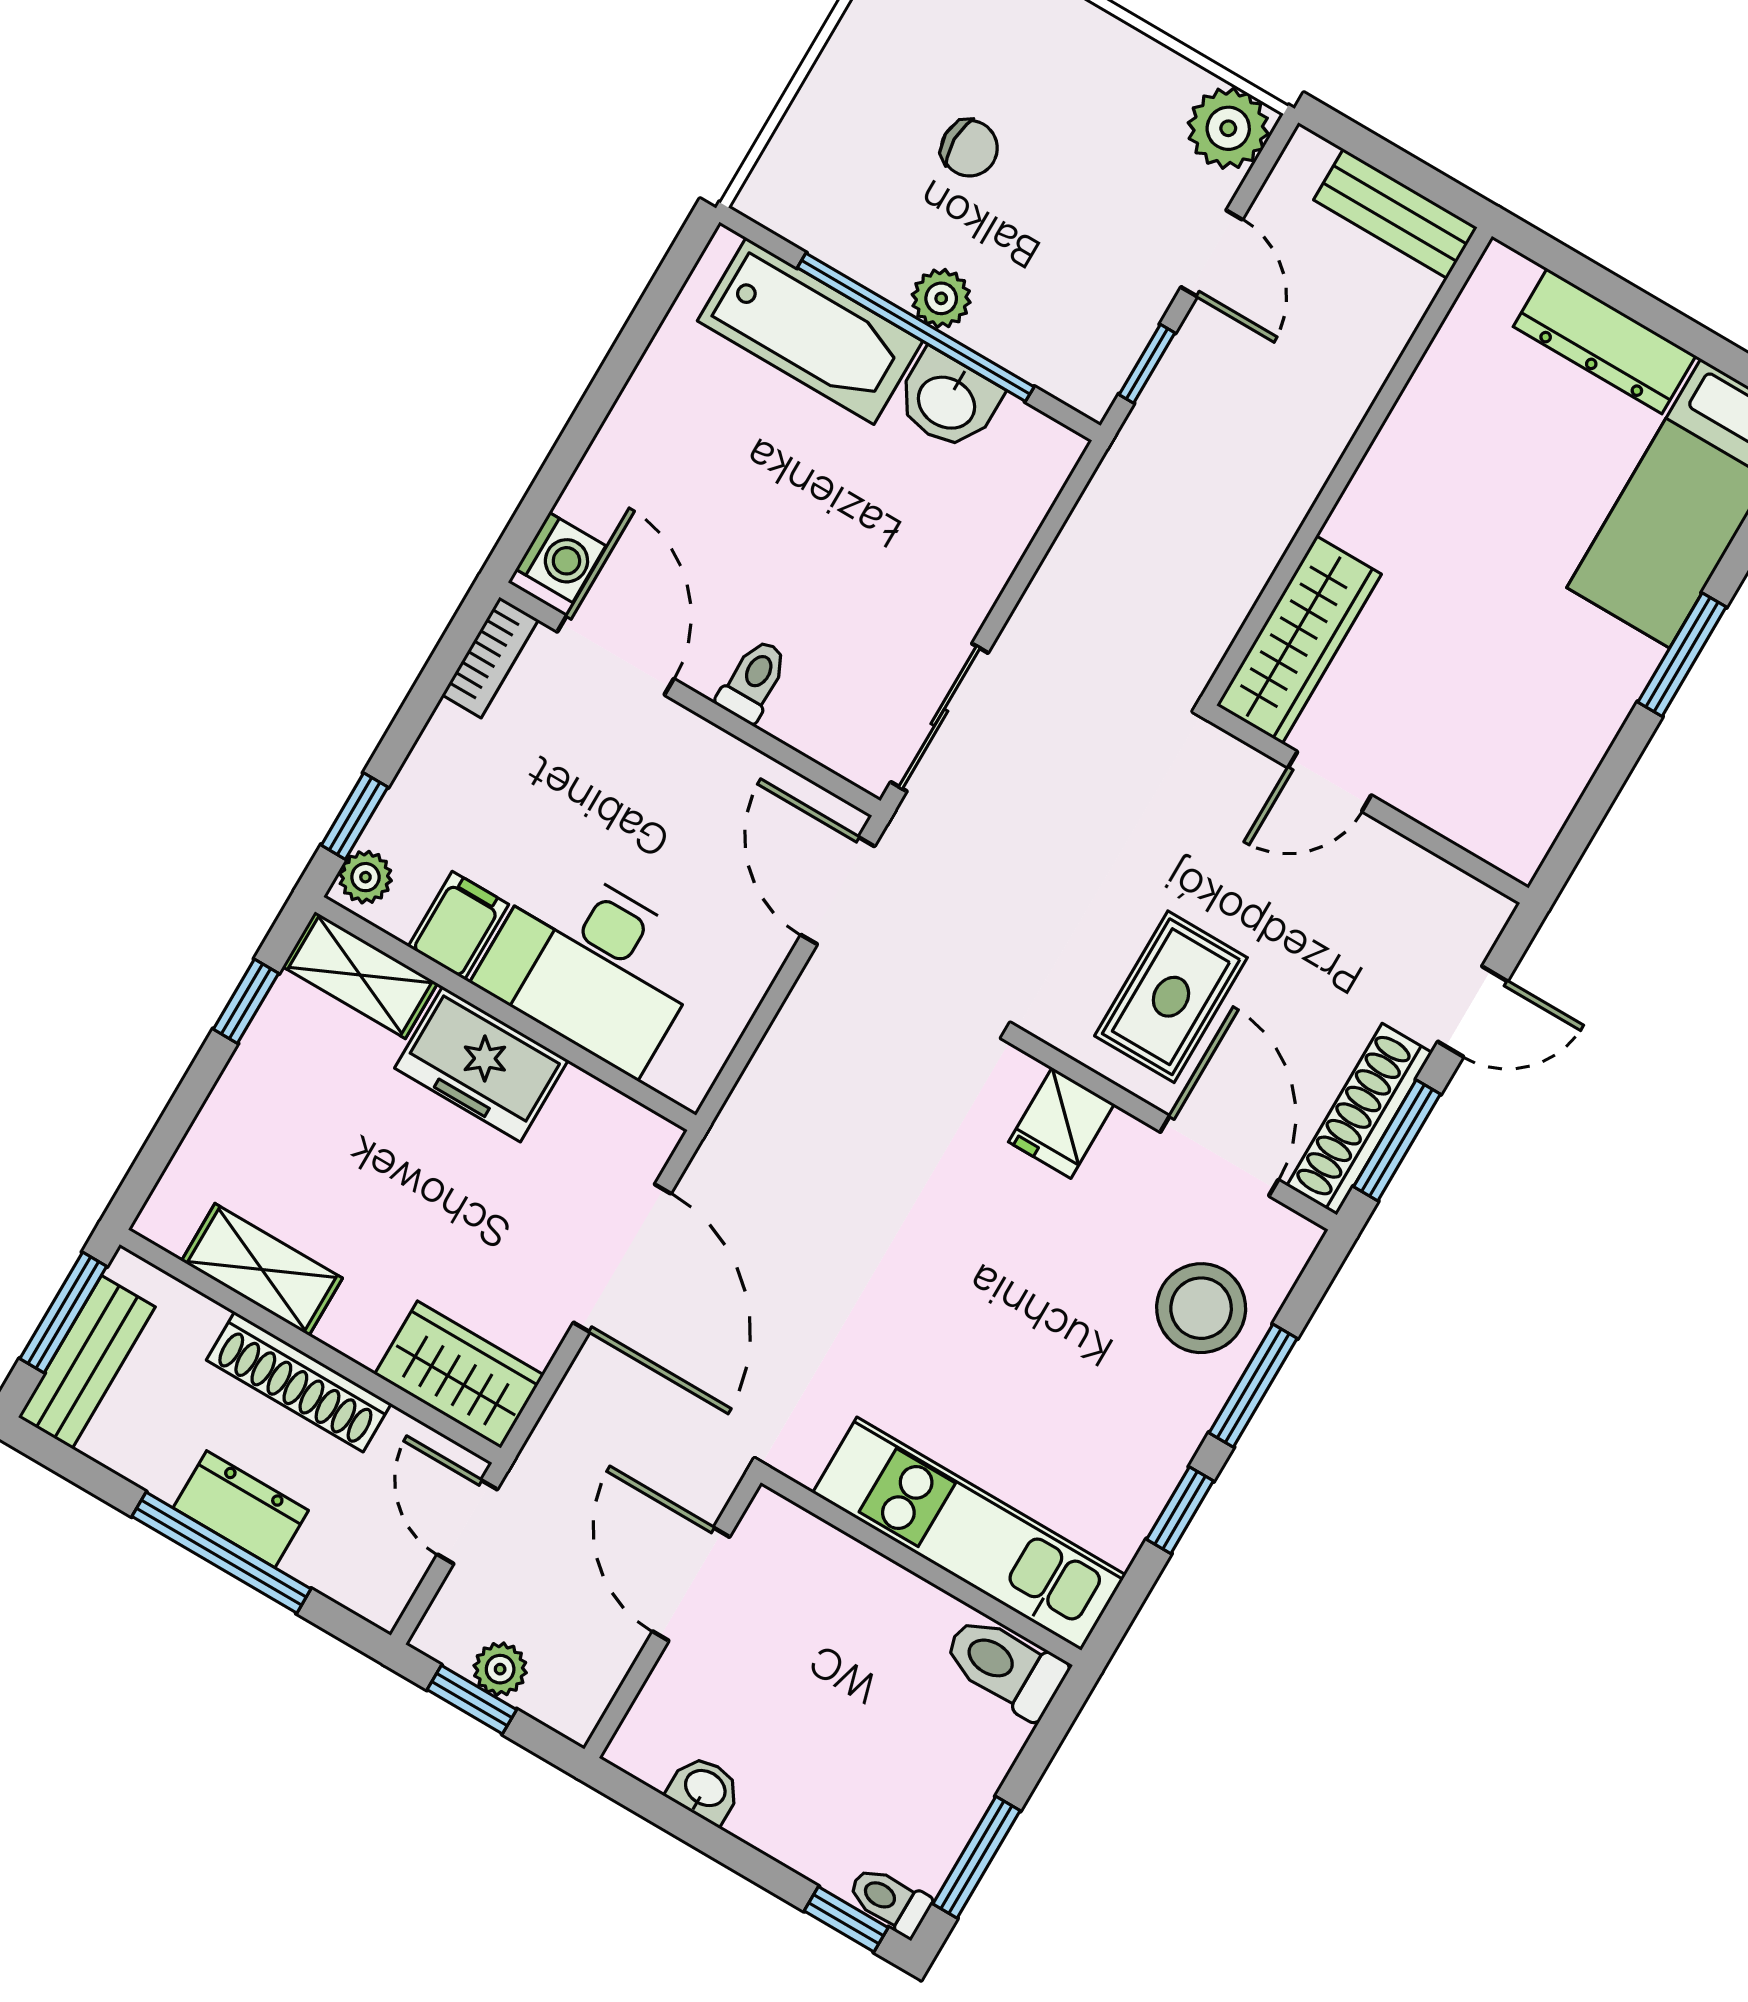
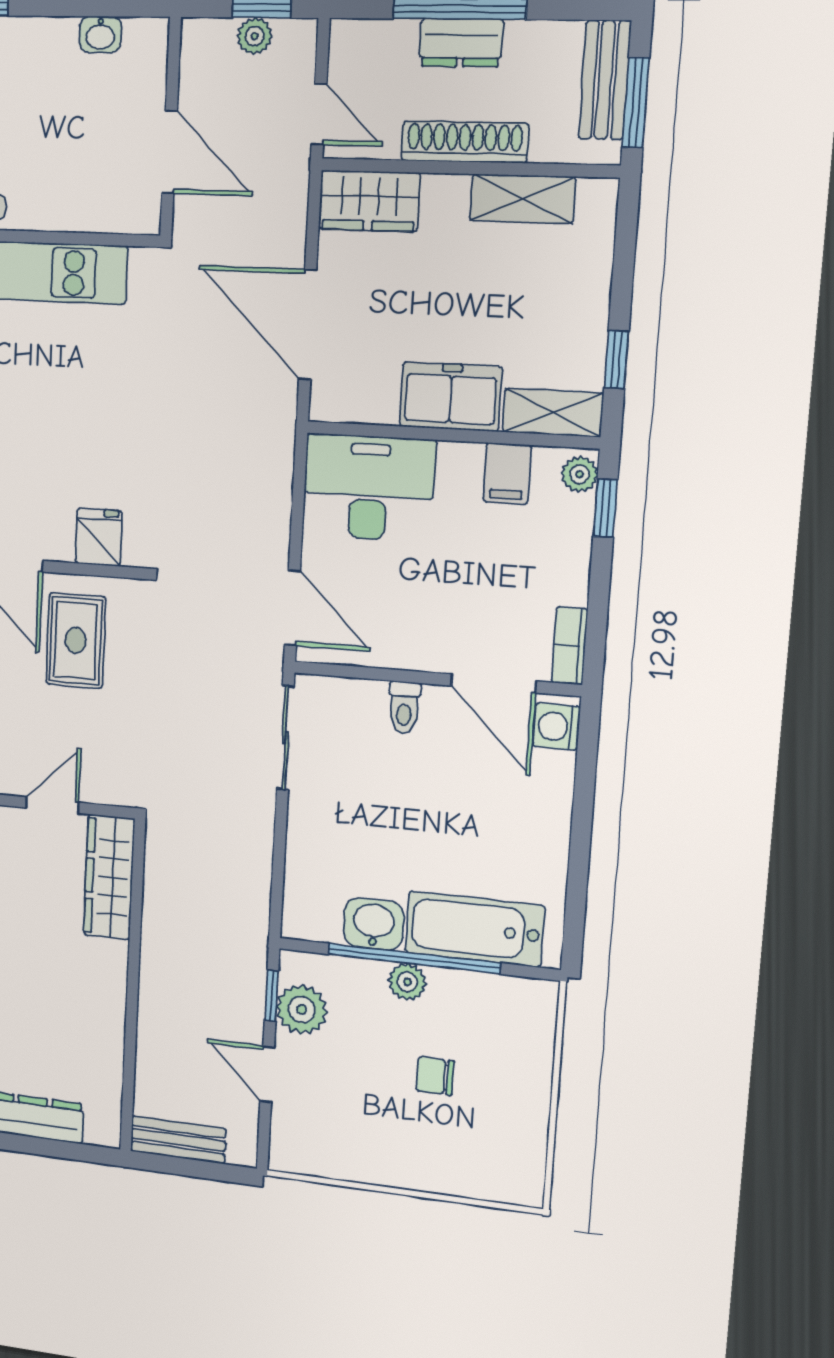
plant: (1228, 128) -> (302, 1010), moved
desk: (592, 966) -> (369, 488), moved

